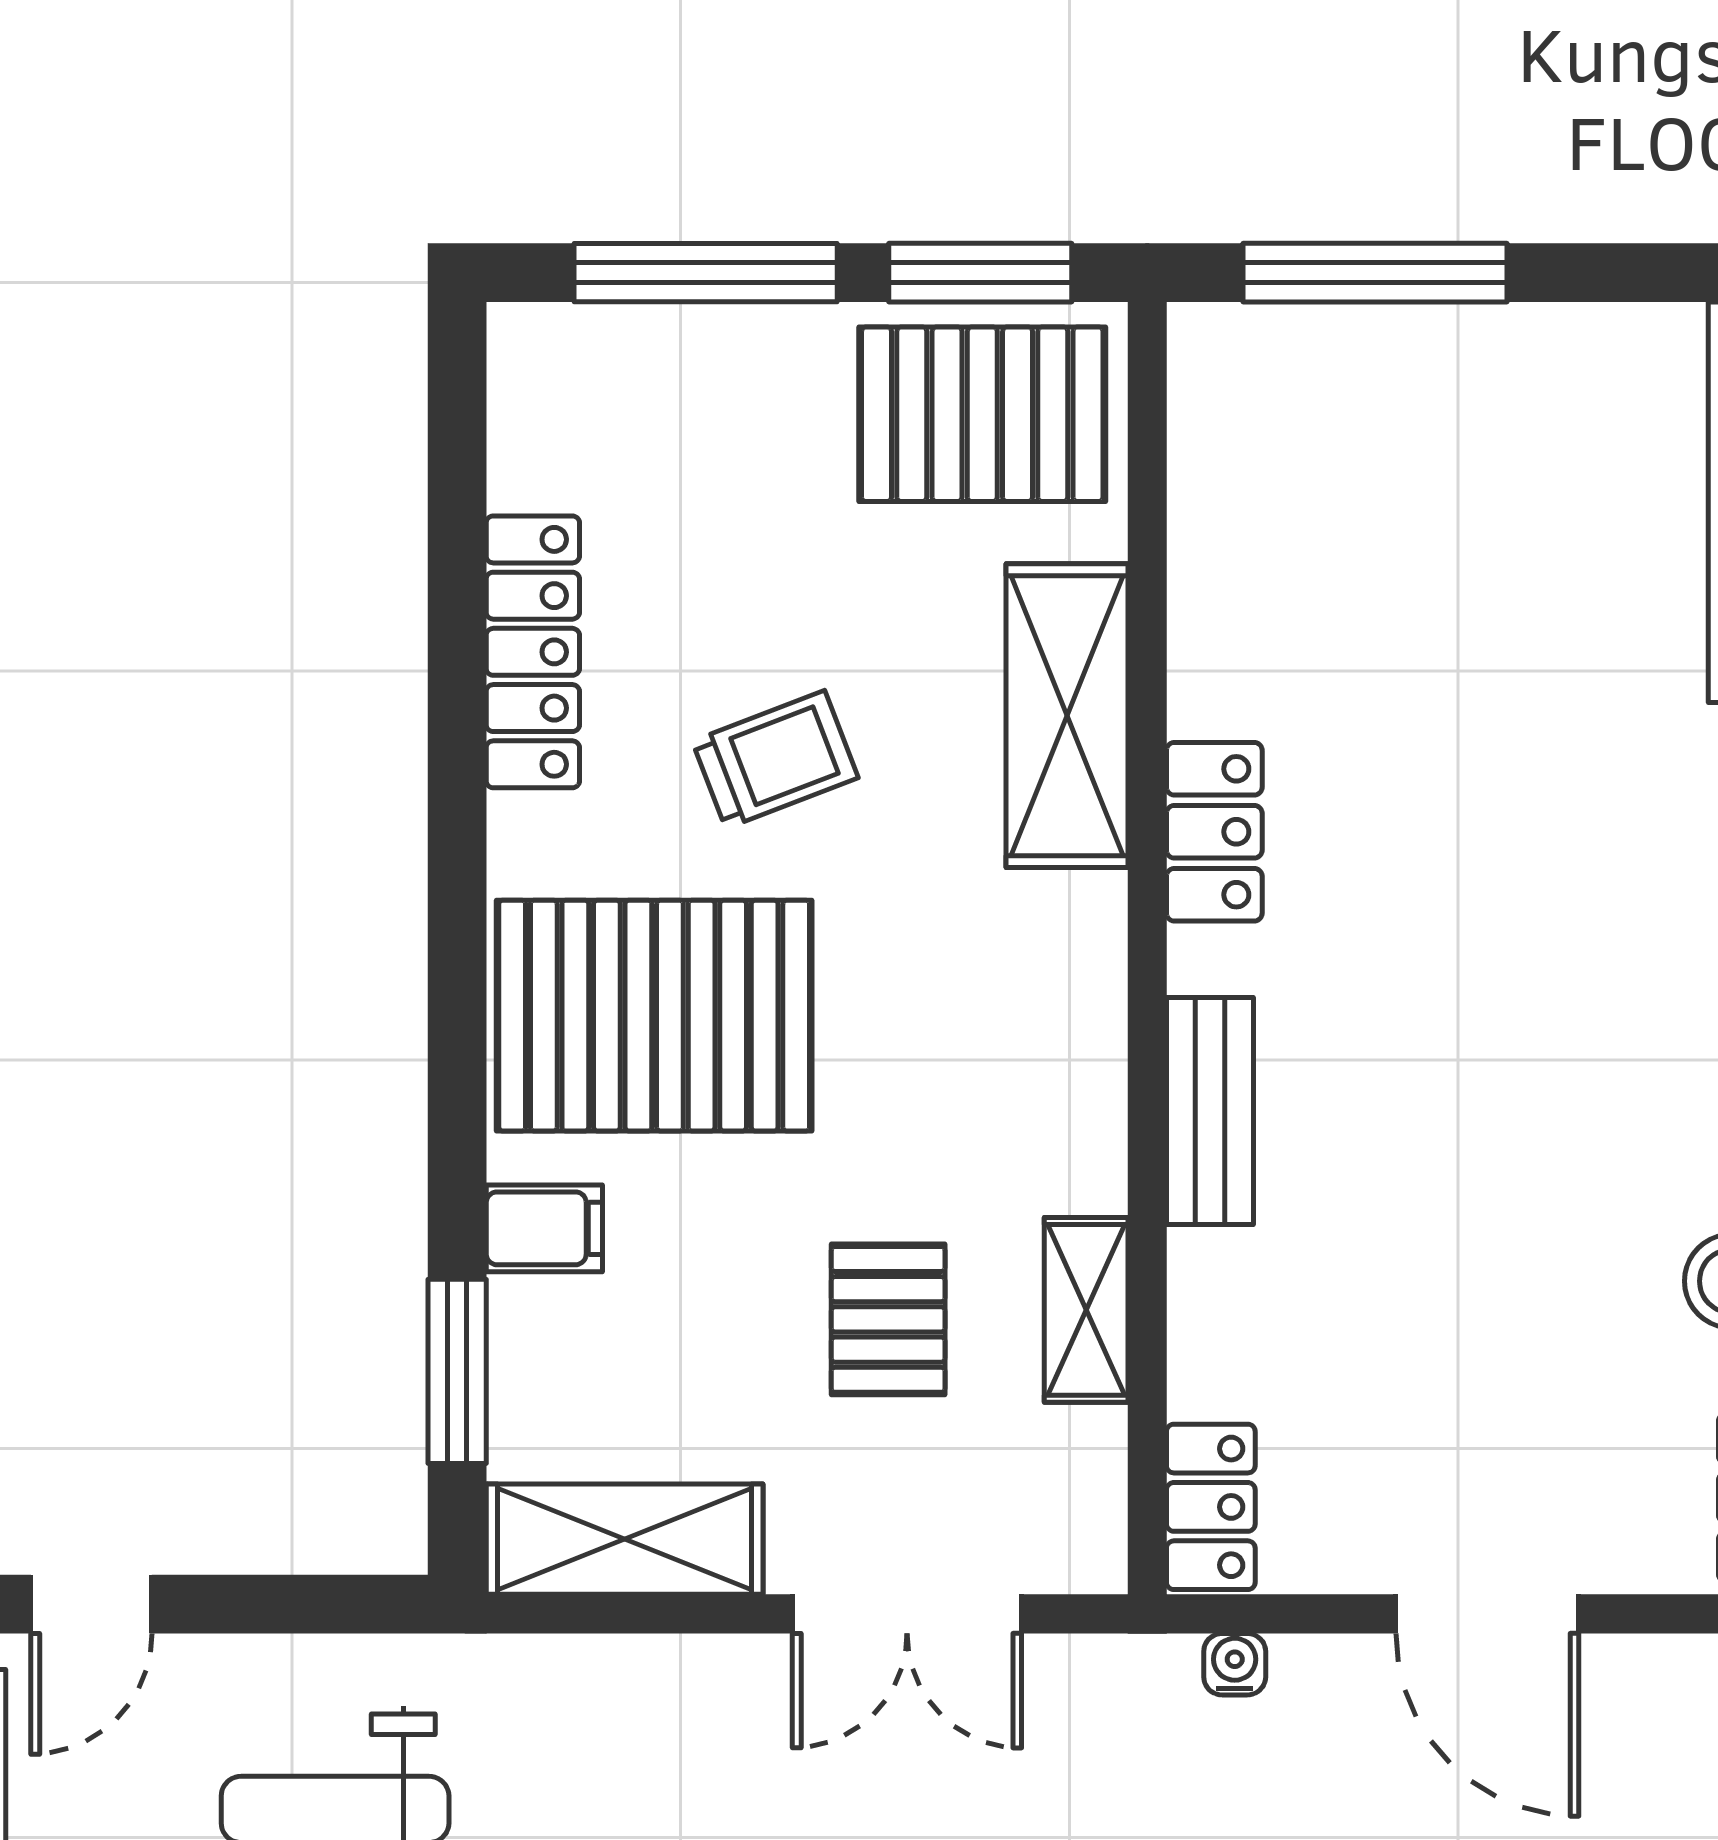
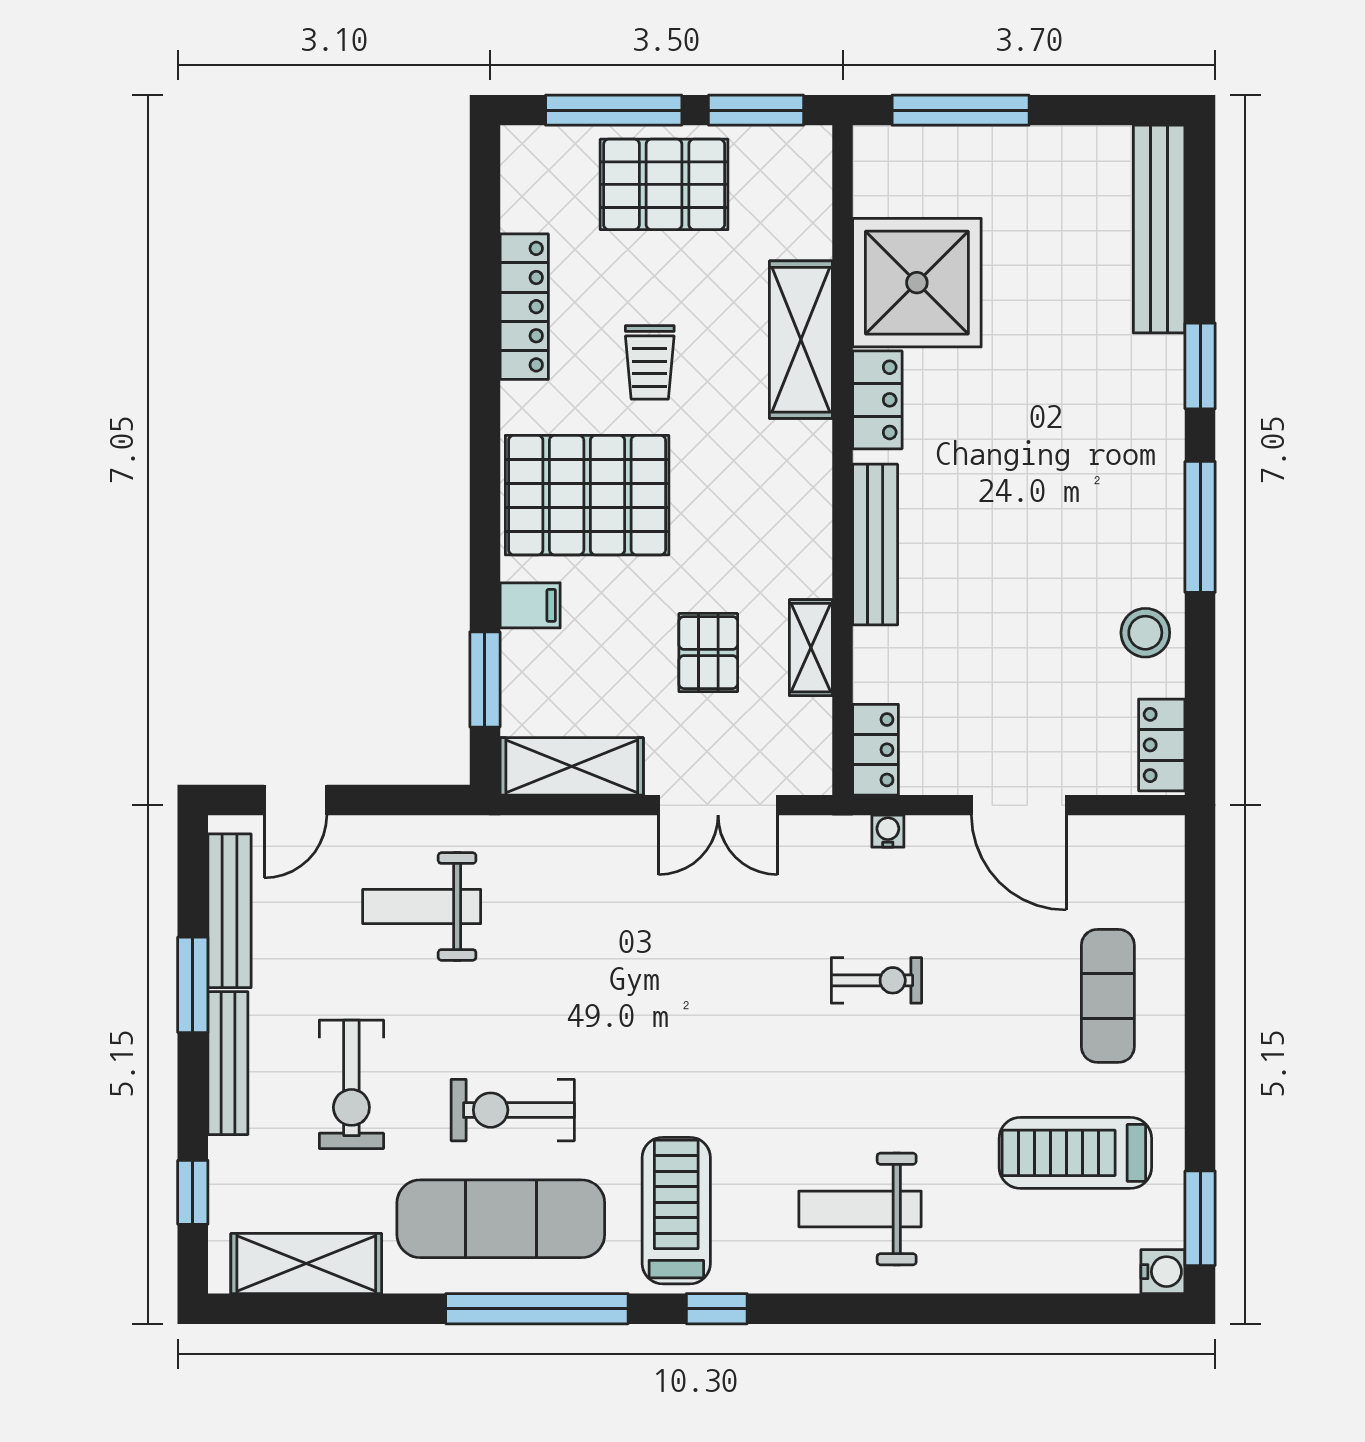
pallet: (982, 414) -> (664, 184), moved
shower: (1291, 605) -> (917, 283), added
trolley: (775, 759) -> (650, 362), turned 111
bench: (1210, 1111) -> (875, 545), width x1.36

